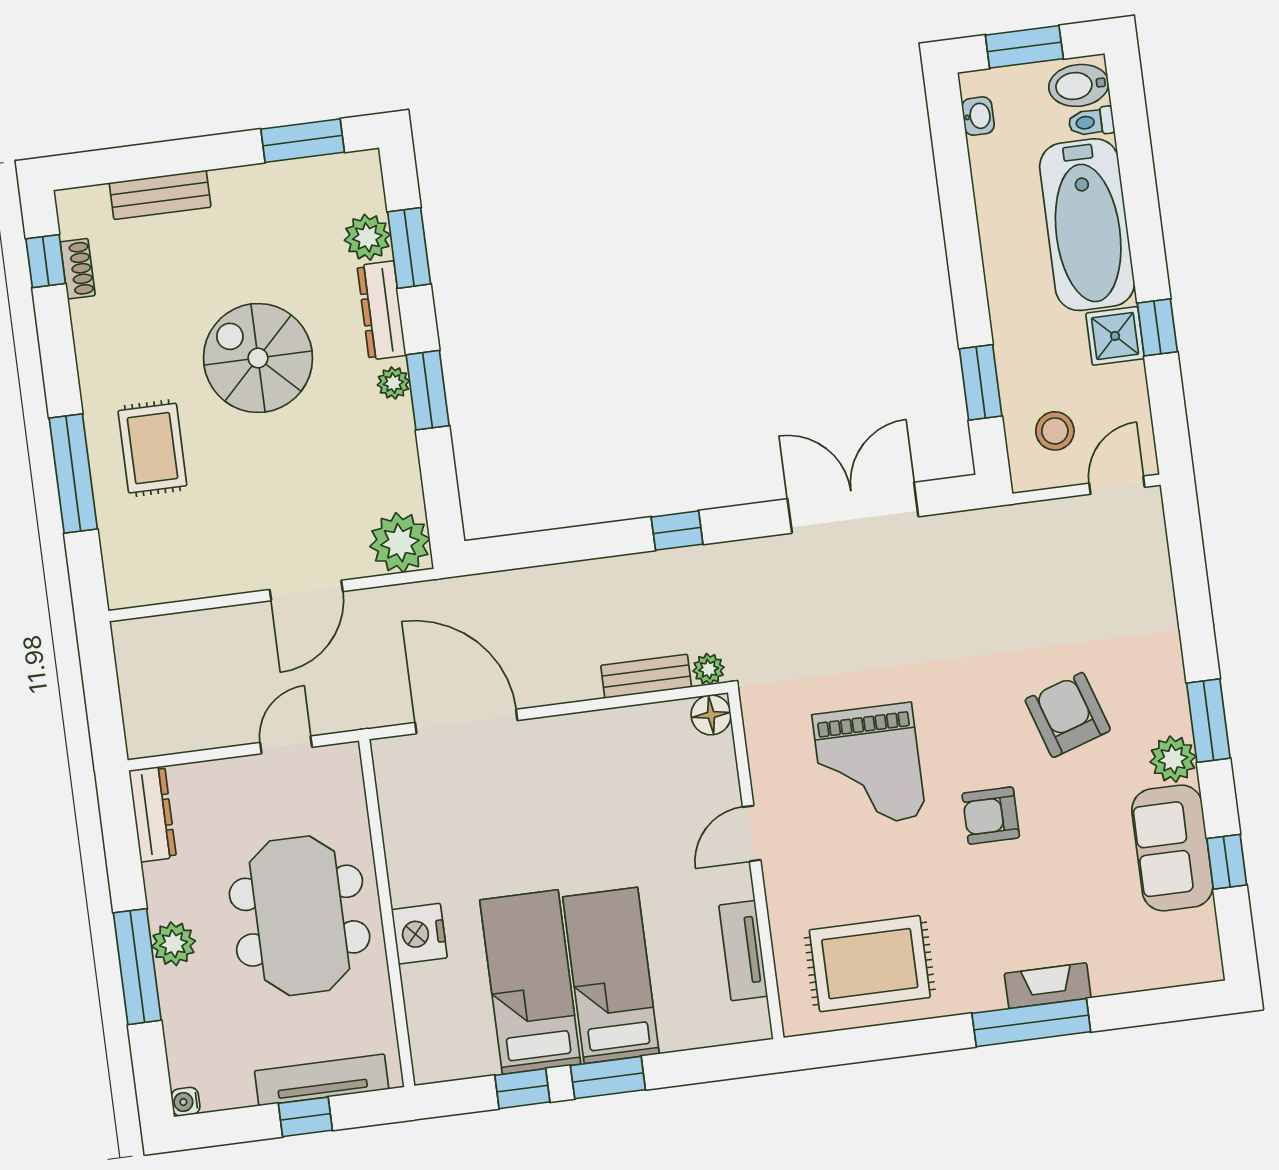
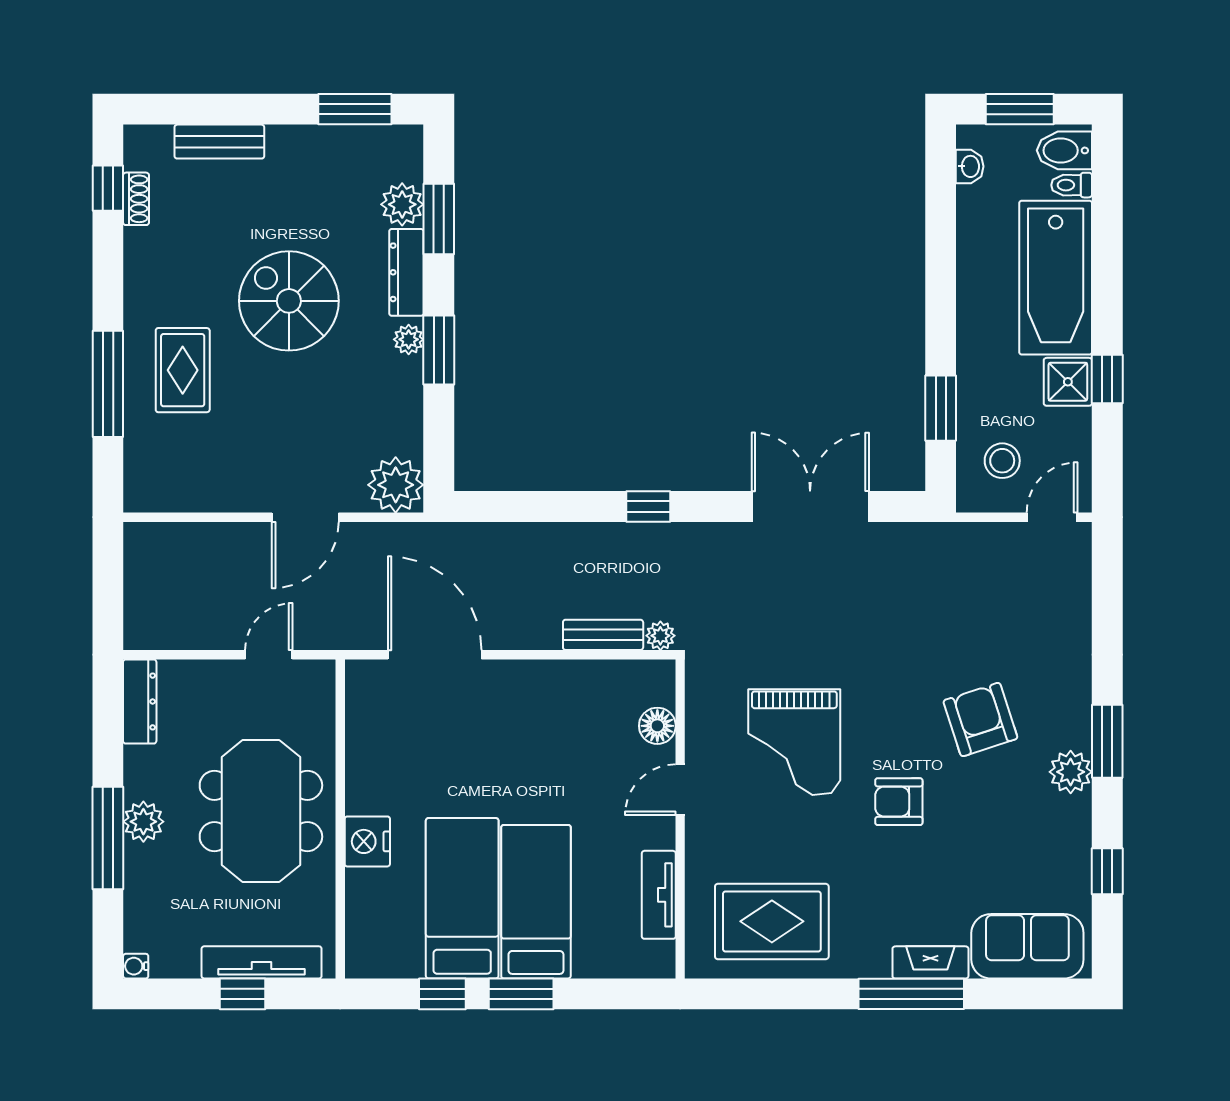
floor lamp: (711, 715) -> (657, 726), moved
sofa: (1172, 848) -> (1027, 946), moved, turned 90

